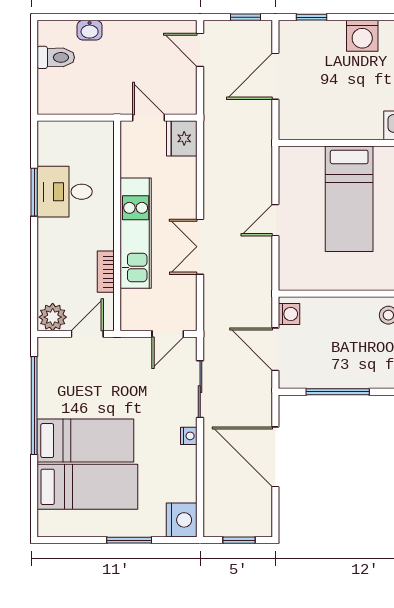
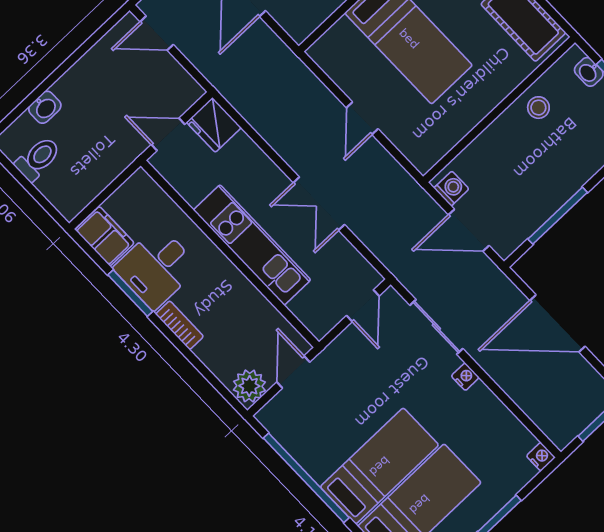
filing cabinet: (51, 143) -> (105, 236), added
bookcase: (106, 272) -> (180, 325), moved, turned 180
nightstand: (182, 520) -> (541, 457), width x0.53, depth x0.56

